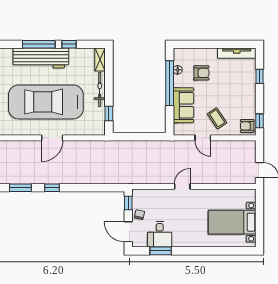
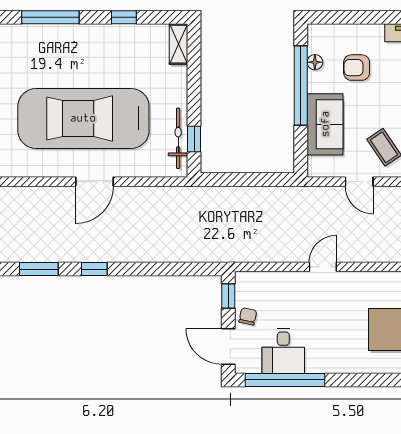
window: (39, 44) -> (50, 17), moved
workbench: (41, 58) -> (75, 41), removed
armchair: (201, 73) -> (357, 68), turned 180
bicycle: (100, 89) -> (178, 138), moved
window: (161, 251) -> (285, 380), width x2.11

